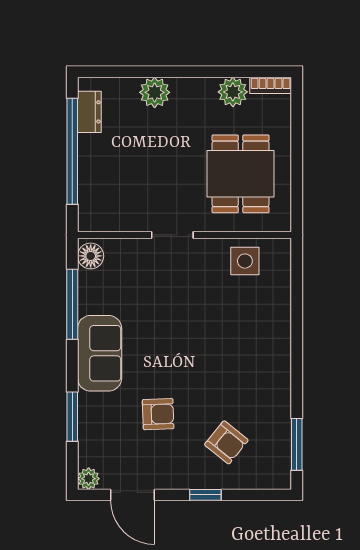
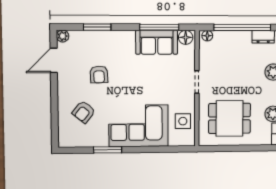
floor lamp: (87, 216) -> (207, 36), added
corner sofa: (253, 343) -> (139, 126), added
sofa: (100, 353) -> (157, 42), moved
window: (297, 444) -> (108, 150), moved
window: (205, 495) -> (54, 101), removed

